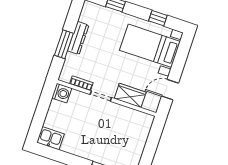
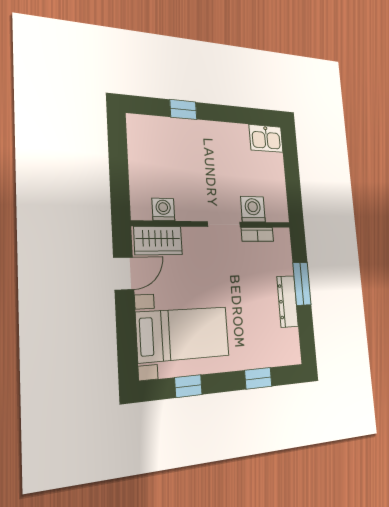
washing machine: (62, 93) -> (253, 209), moved, turned 90
wardrobe: (130, 95) -> (158, 241), moved
washing machine: (134, 116) -> (163, 209), added

